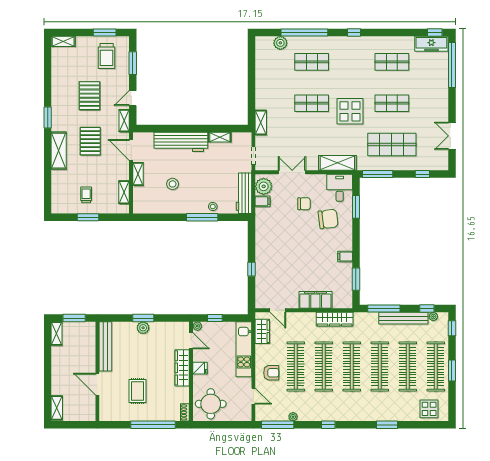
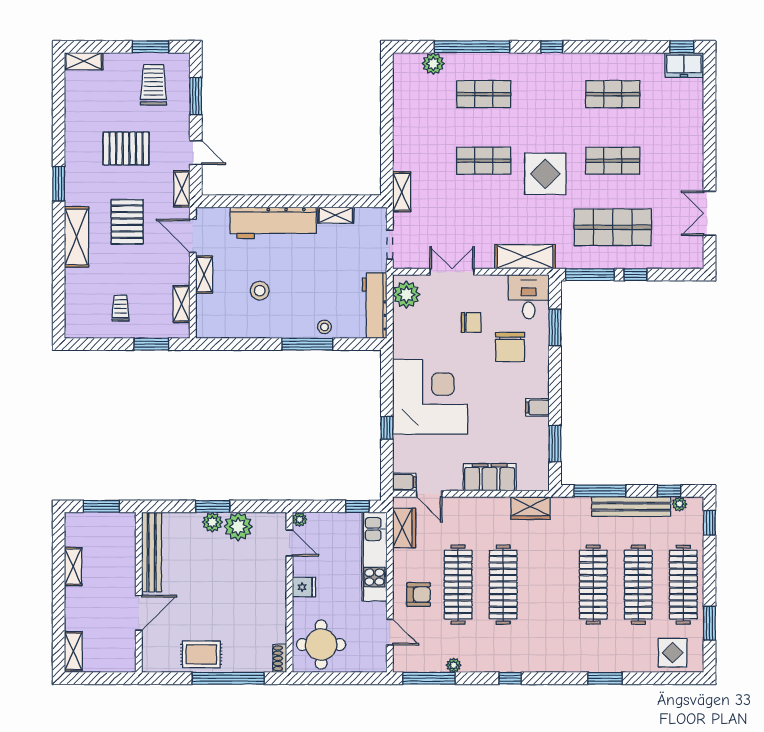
freezer: (431, 44) -> (684, 65), width x0.71
trolley: (107, 56) -> (153, 85), turned 180
window: (452, 65) -> (709, 99), removed
pallet: (89, 96) -> (126, 148), turned 90
door: (133, 98) -> (196, 153), swing flipped
window: (422, 174) -> (636, 275), moved
filing cabinet: (263, 201) -> (405, 482), moved
window: (88, 217) -> (151, 344), moved
chair: (328, 219) -> (510, 347), turned 97
corner desk: (278, 250) -> (430, 397), added
window: (215, 318) -> (357, 506), moved
wardrobe: (335, 319) -> (530, 508), width x0.67
plant: (159, 330) -> (238, 526), added
shelving: (57, 334) -> (73, 567), moved
clothes rail: (352, 367) -> (548, 585), removed
wardrobe: (182, 368) -> (275, 587), removed
window: (452, 371) -> (709, 623), moved
door: (97, 384) -> (139, 613), swing flipped
rug: (137, 391) -> (201, 654), moved, turned 90

